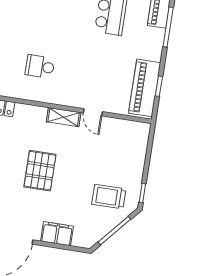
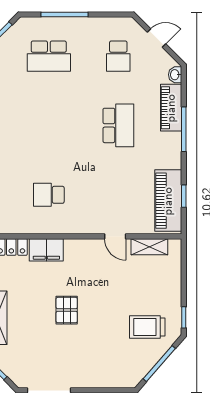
shelving: (64, 117) -> (149, 247), moved
pallet: (40, 171) -> (67, 310), width x0.67, depth x0.71
filing cabinet: (57, 234) -> (46, 250), moved, turned 180

